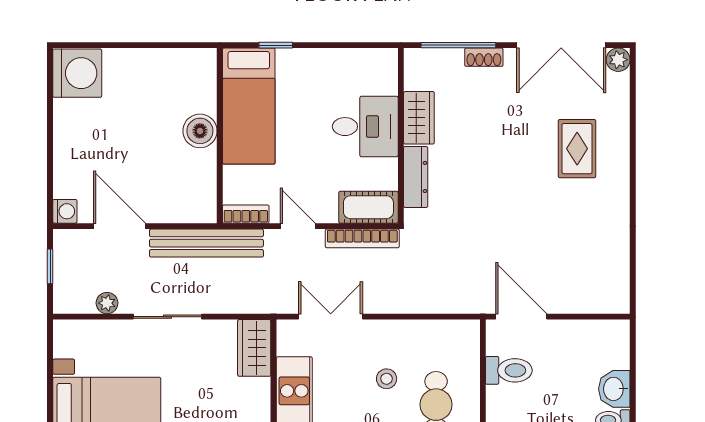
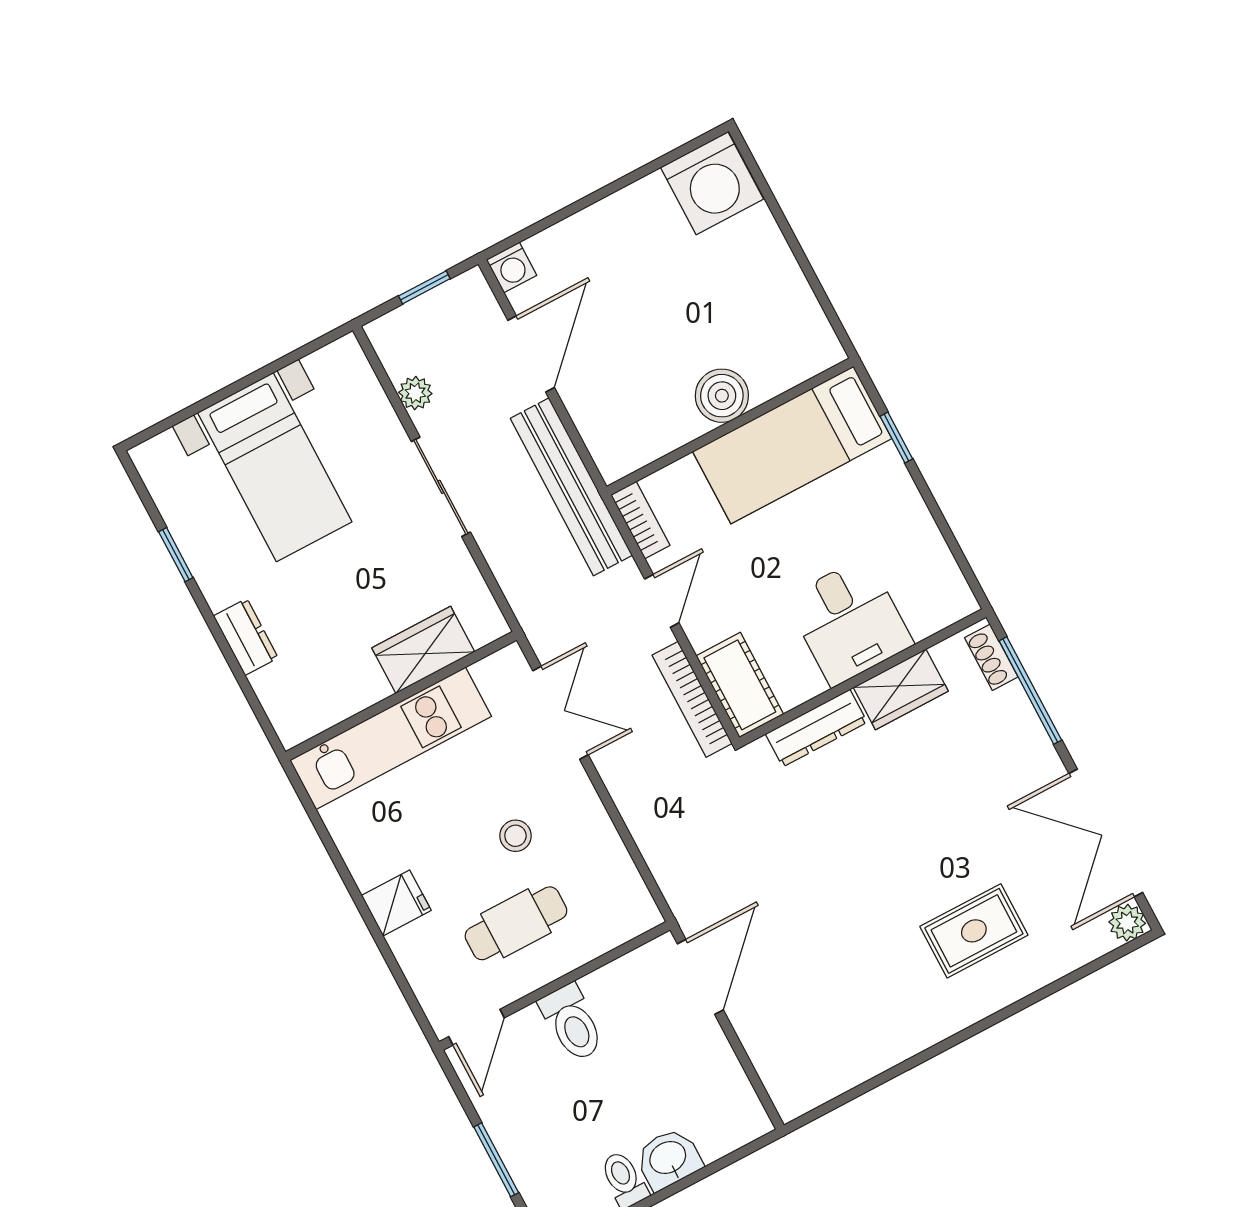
shoe rack: (484, 57) -> (991, 657), moved
wardrobe: (254, 348) -> (423, 650), moved
toilet: (509, 370) -> (572, 1023), moved

